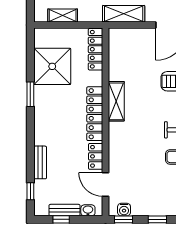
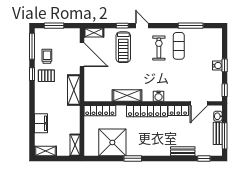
shelving: (63, 16) -> (75, 145), moved
shelving: (116, 101) -> (127, 95), moved
water cooler: (115, 129) -> (159, 96), added
water cooler: (124, 210) -> (217, 66), moved
window: (61, 219) -> (225, 136), width x2.17

